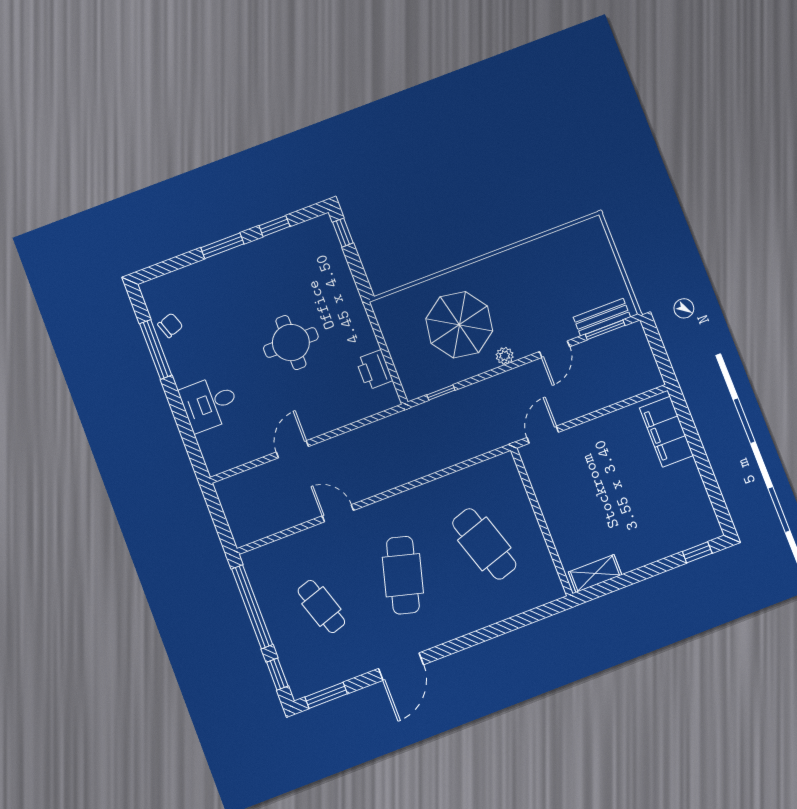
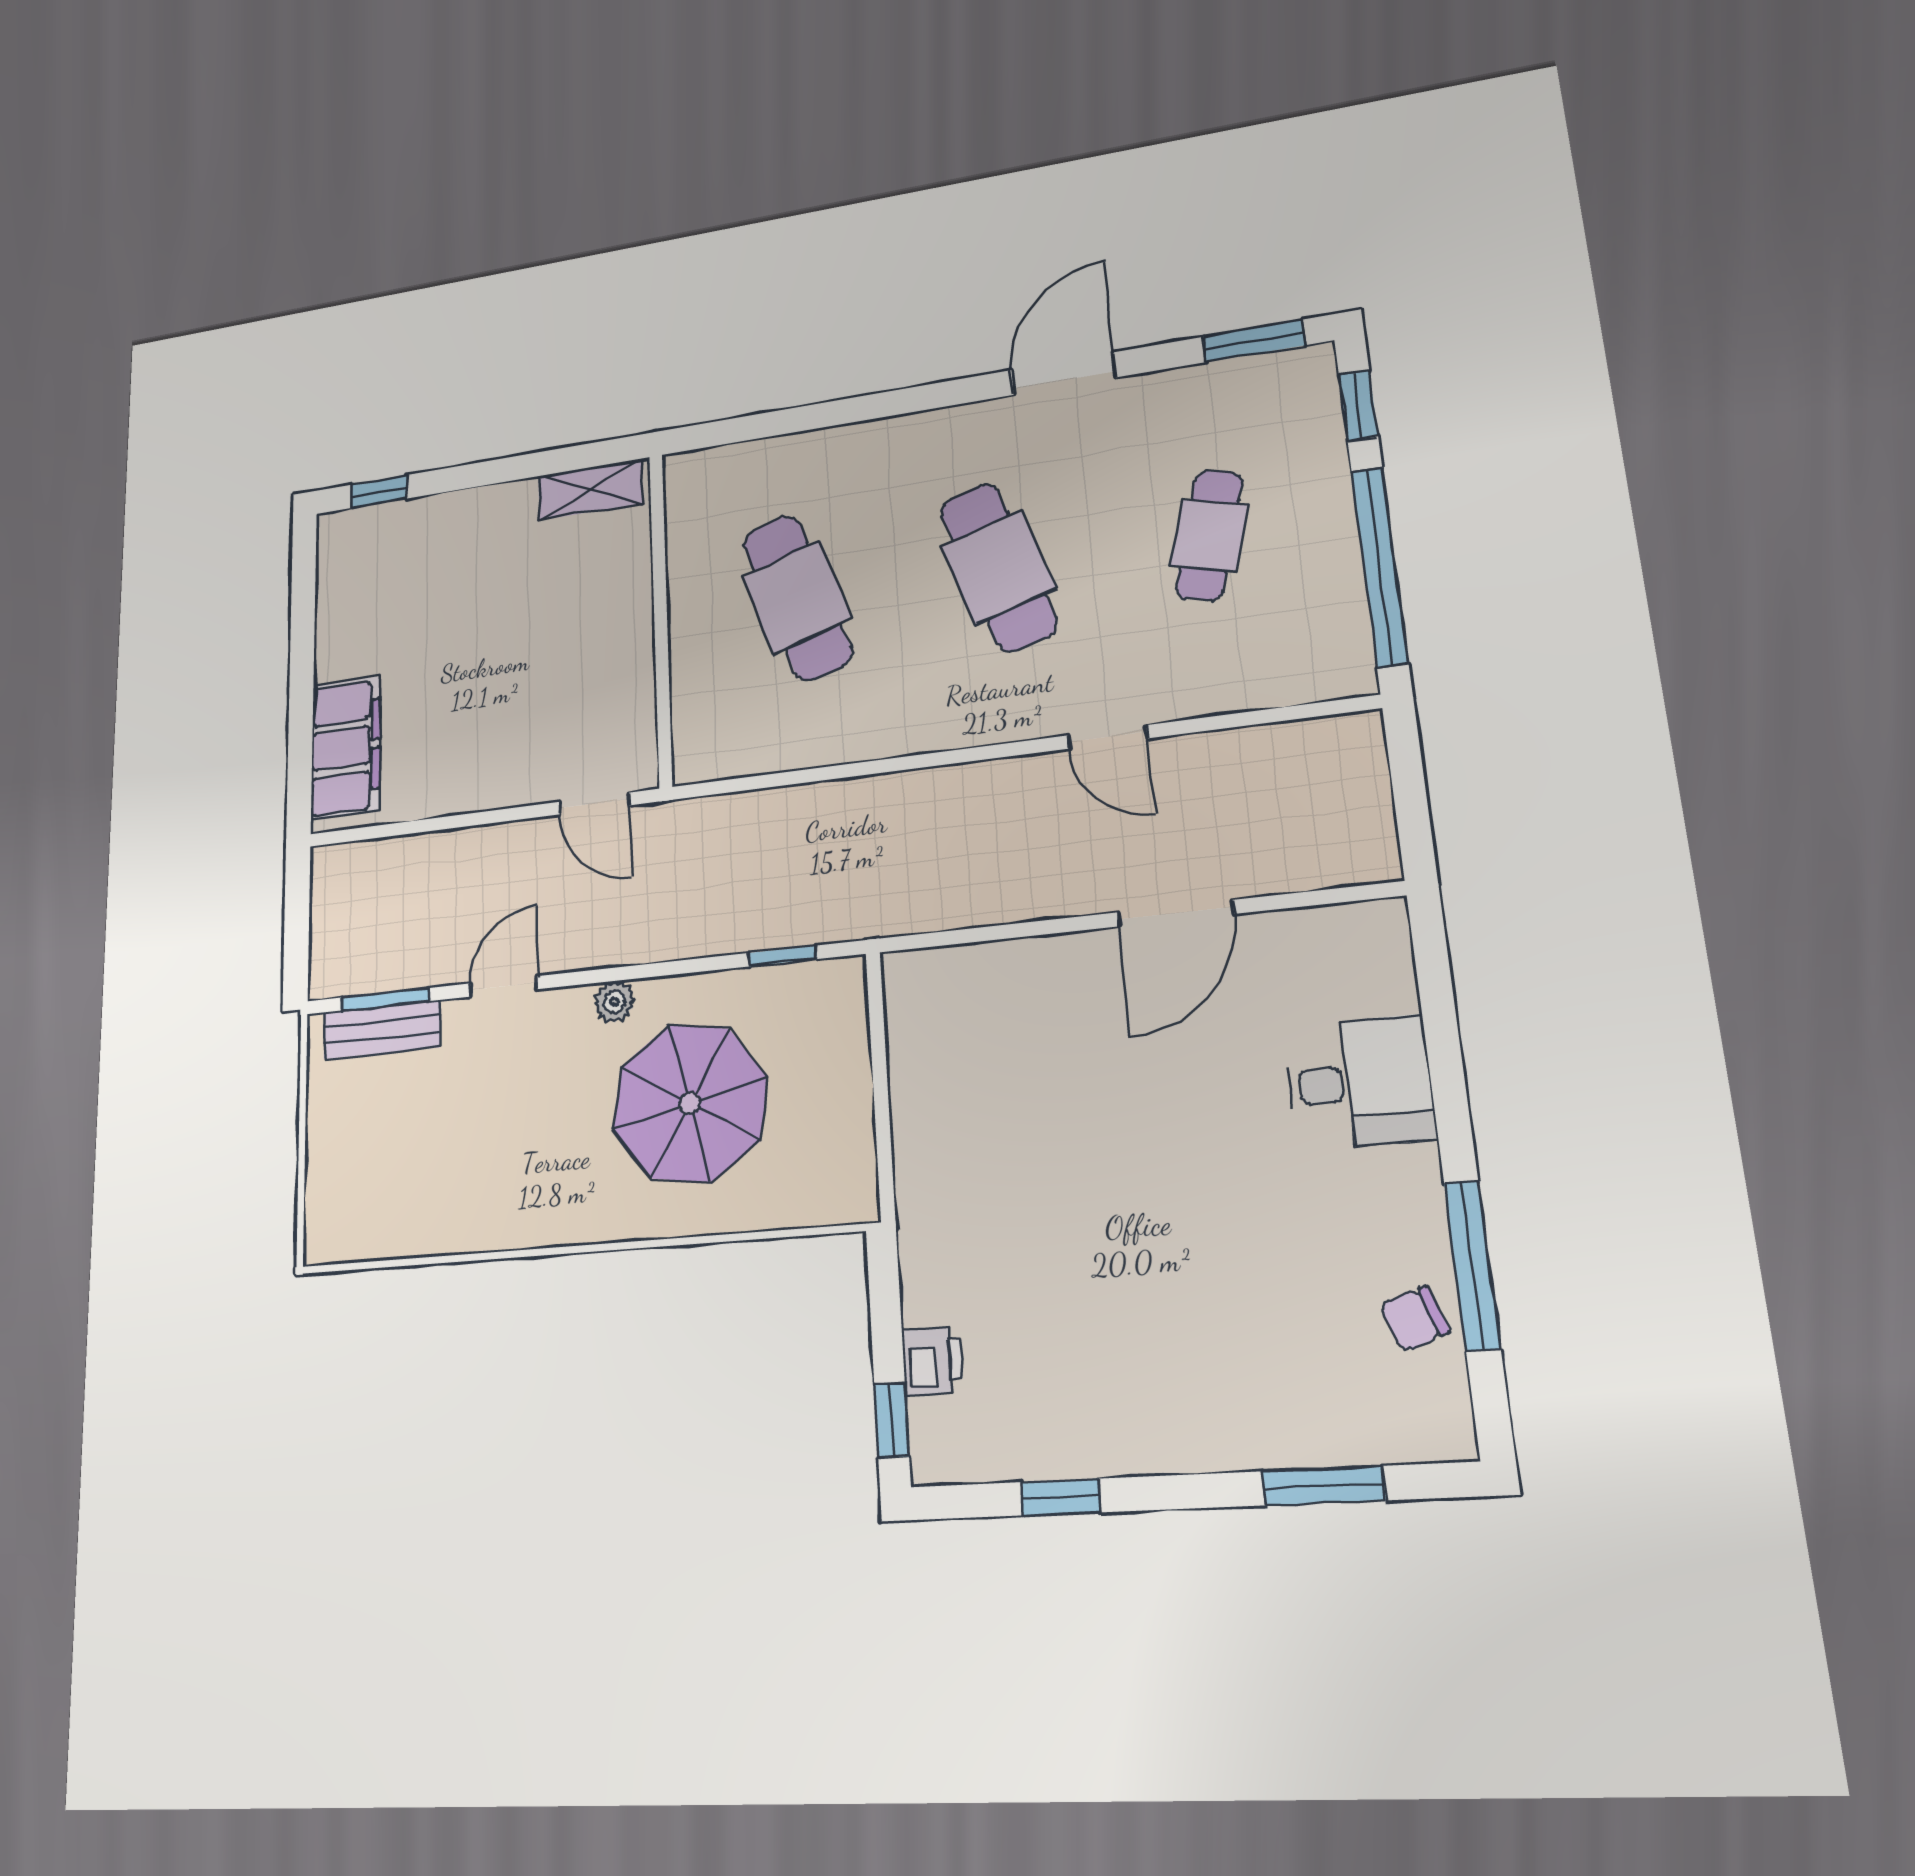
window: (222, 246) -> (1323, 1486), moved
round table: (291, 343) -> (1104, 1178), removed
printer: (374, 370) -> (932, 1361), moved, width x0.73, depth x0.81
door: (543, 435) -> (594, 804), hinge flipped
door: (292, 449) -> (1175, 913), width x1.38
cafe table: (403, 575) -> (998, 567), turned -33
cafe table: (321, 606) -> (1209, 535), turned 33

